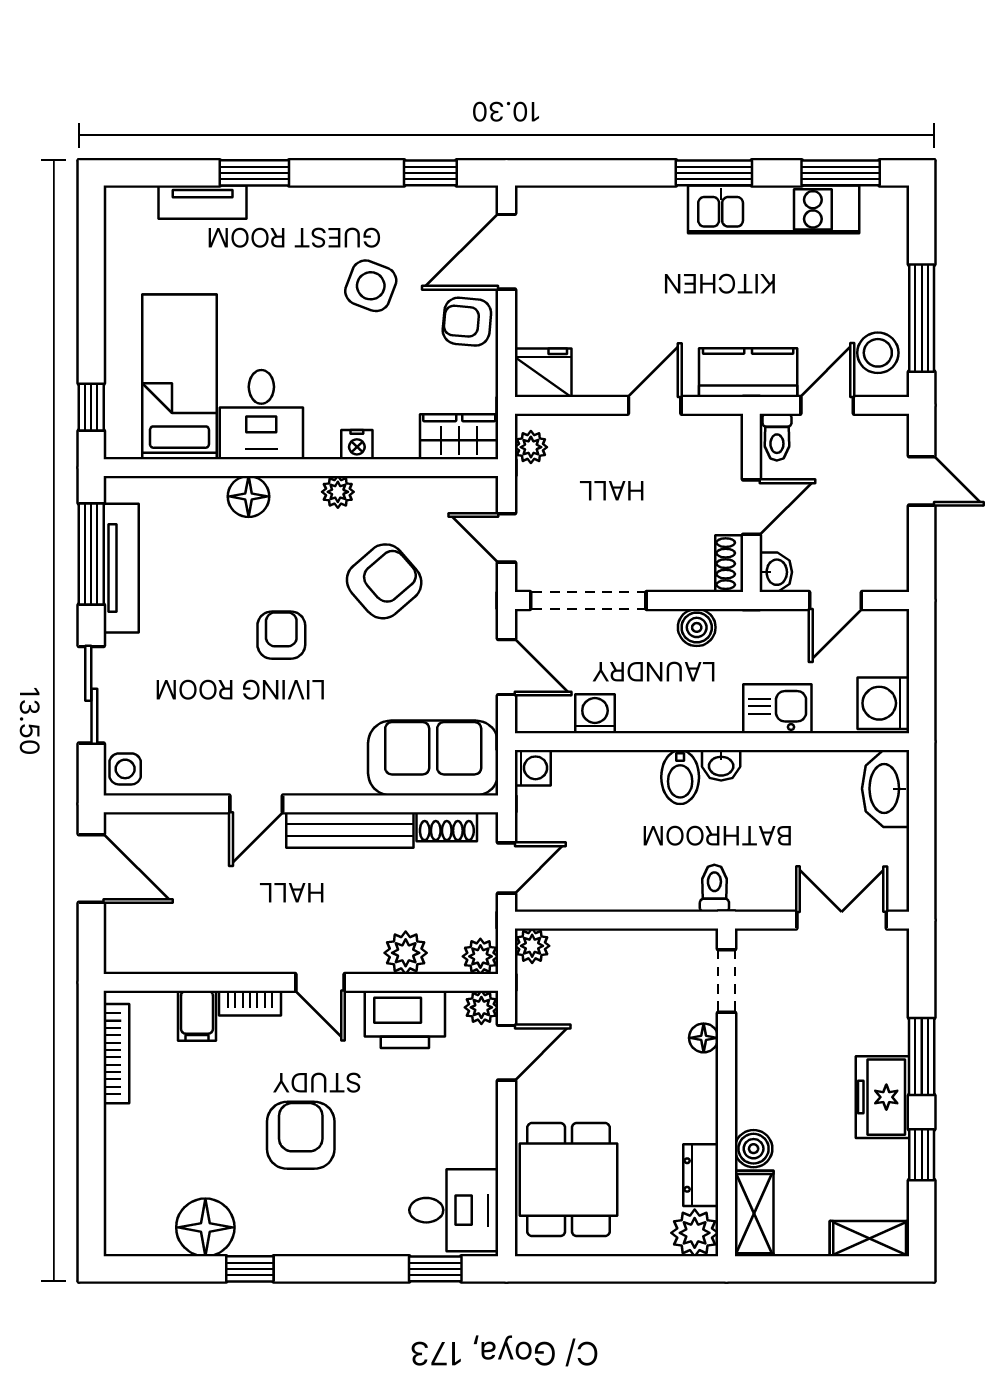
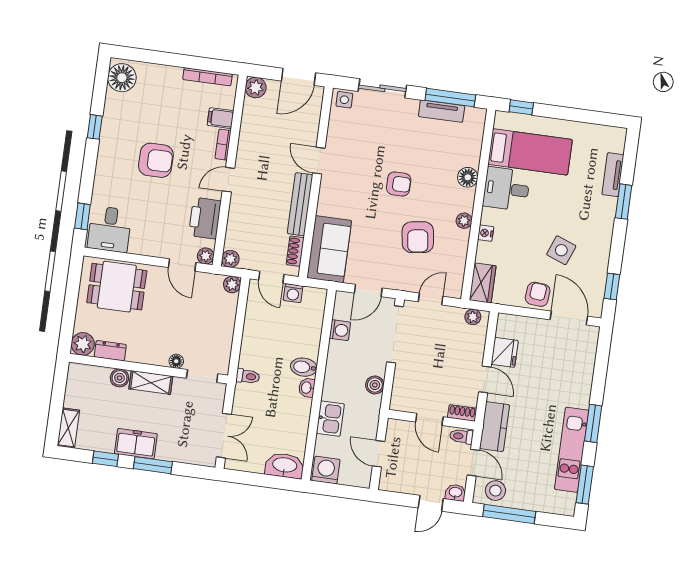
fridge: (543, 373) -> (505, 352), moved
shoe rack: (729, 564) -> (462, 413), moved
tv unit: (121, 568) -> (442, 111), width x0.71
washbasin: (776, 572) -> (455, 493), moved, turned 180
armchair: (384, 581) -> (418, 237), turned 33
washing machine: (533, 768) -> (293, 293), moved
plant: (406, 953) -> (256, 88), moved
shelving: (754, 1214) -> (151, 383), moved
floor lamp: (205, 1227) -> (122, 78), moved

